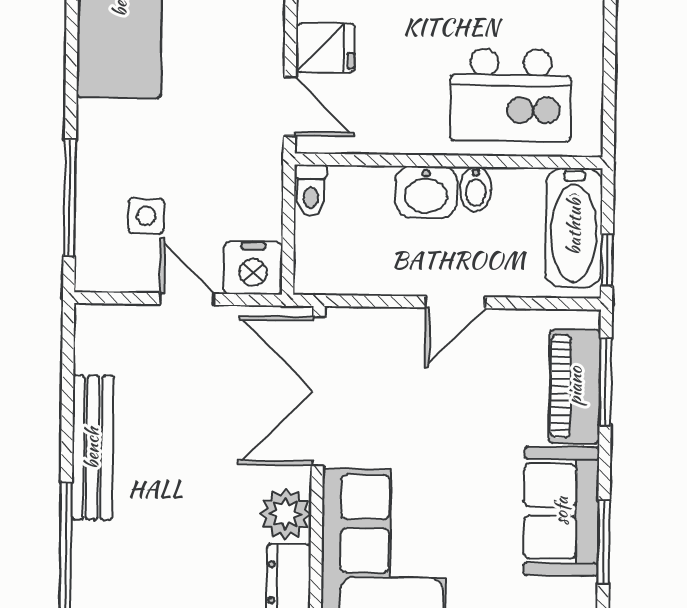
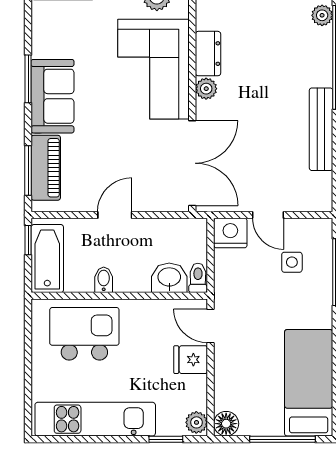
washbasin: (426, 192) -> (169, 278), moved
plant: (285, 514) -> (206, 89), width x0.73, depth x0.73

